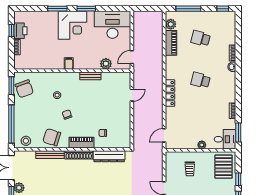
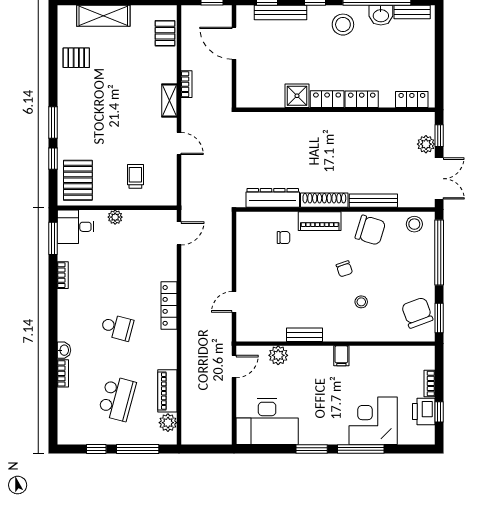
window: (57, 9) -> (361, 449), width x1.44
window: (223, 9) -> (96, 449), moved
corner desk: (72, 25) -> (373, 421), moved
school desk: (201, 38) -> (117, 398), width x1.85

